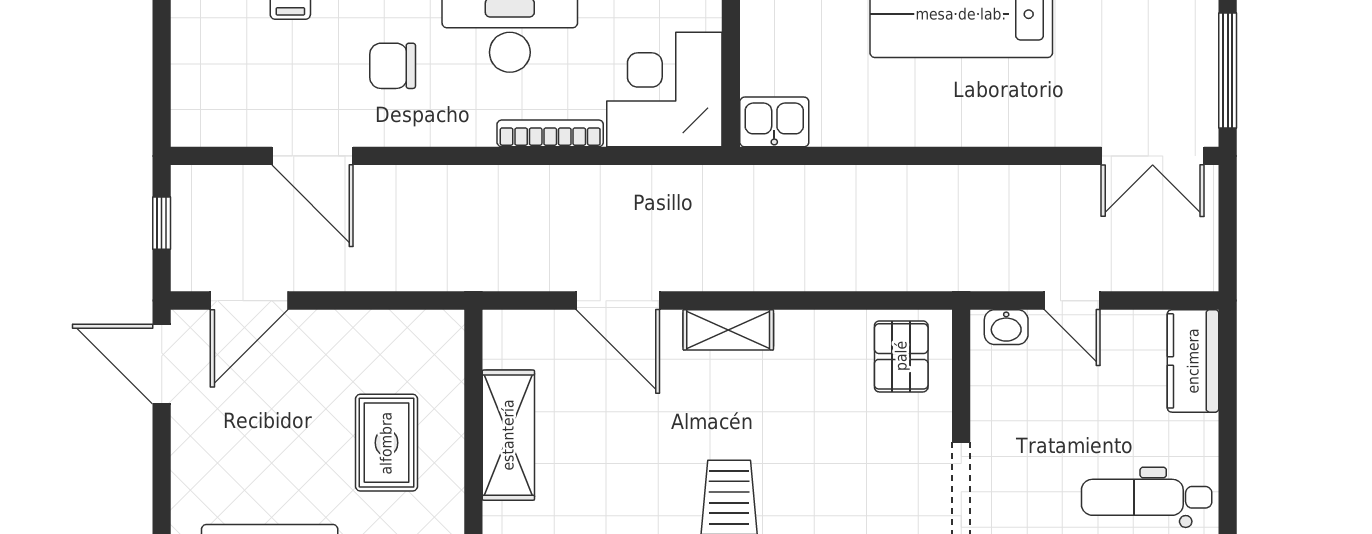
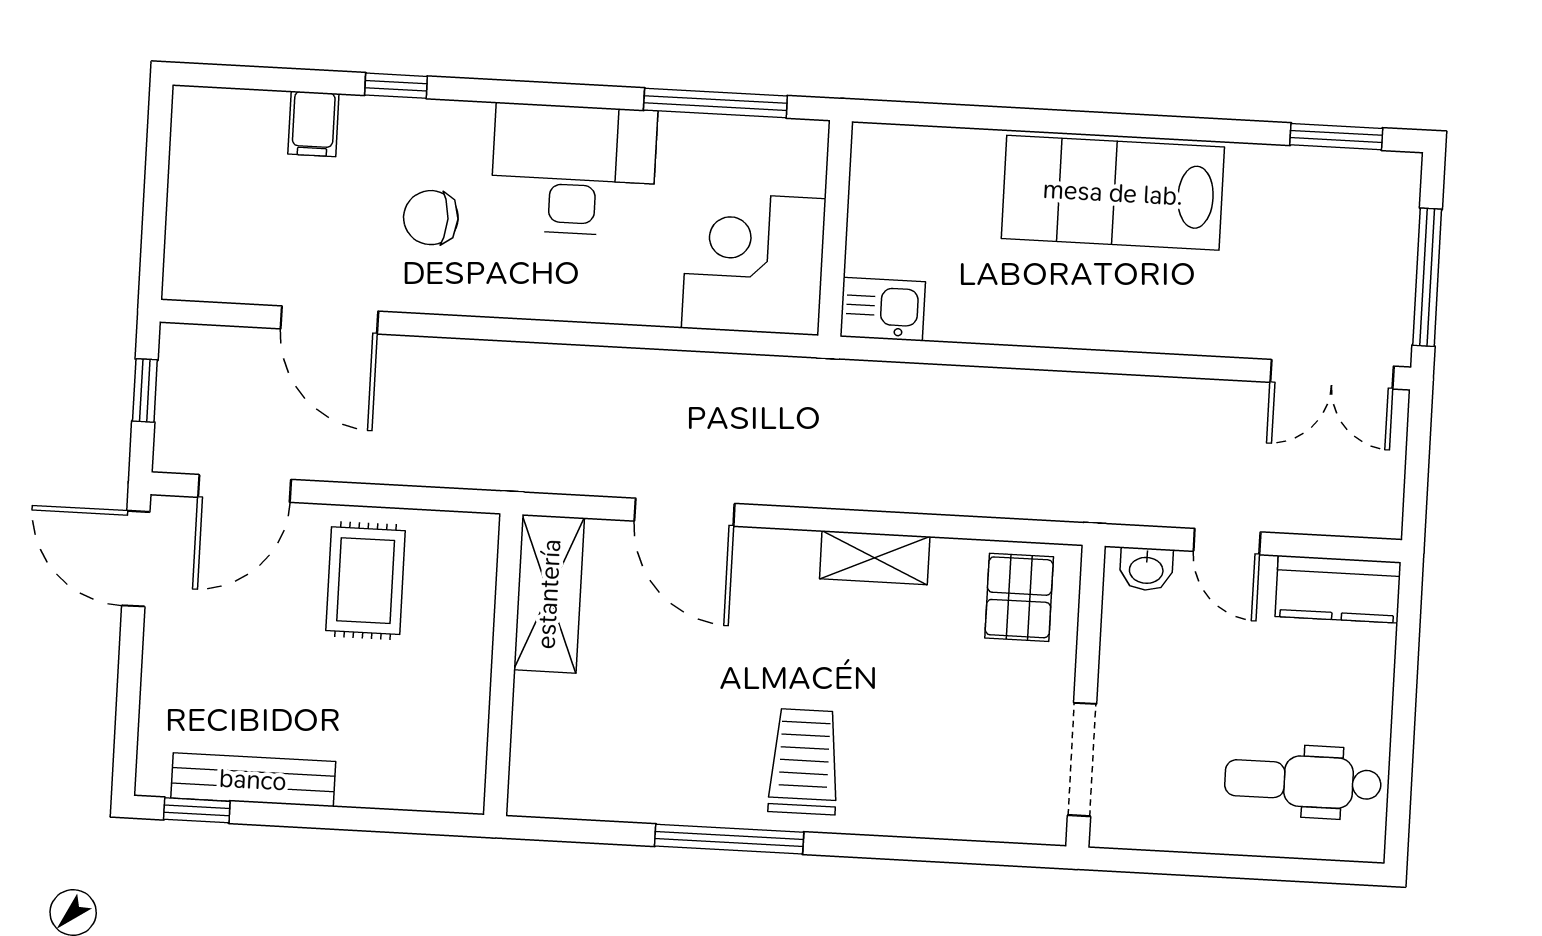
bookcase: (550, 133) -> (615, 308), removed
shelving: (728, 330) -> (875, 558), moved
kitchen counter: (1193, 361) -> (1338, 589), moved, turned -90
shelving: (508, 435) -> (549, 594), moved
rug: (386, 443) -> (366, 581), moved

